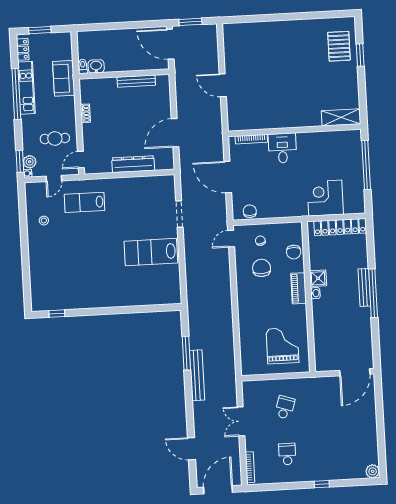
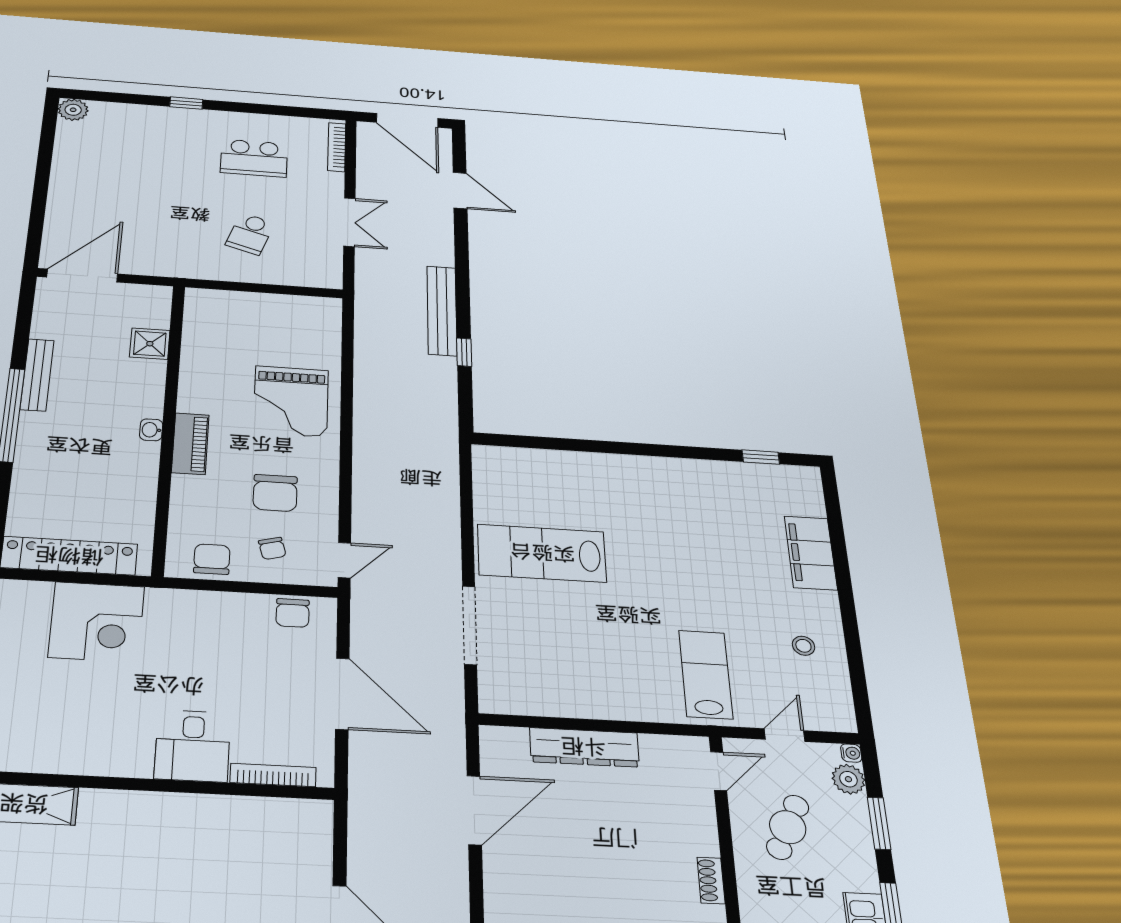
cafe table: (55, 138) -> (788, 827), turned -65
window: (20, 161) -> (879, 823), moved
lab bench: (84, 202) -> (706, 674), turned -90
doorway: (179, 214) -> (470, 625), width x1.36
lab bench: (151, 252) -> (542, 553), turned 180
chair: (294, 252) -> (212, 559), moved
filing cabinet: (38, 266) -> (811, 553), added
shower: (318, 278) -> (150, 344), moved
bench: (364, 287) -> (37, 375), moved
grand piano: (282, 346) -> (291, 401), moved
window: (186, 353) -> (464, 352), width x0.46
school desk: (287, 454) -> (254, 158), width x1.85
door: (218, 490) -> (407, 120), hinge flipped

